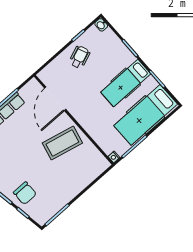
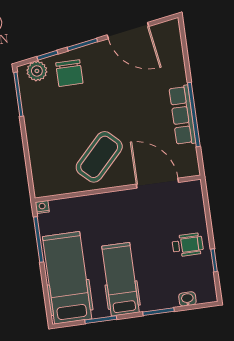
washbasin: (101, 25) -> (187, 299), moved
wheelchair: (80, 57) -> (188, 245), turned -69
coffee table: (62, 143) -> (99, 157), turned 31
chair: (25, 193) -> (69, 73), turned -90
plant: (36, 213) -> (37, 71), added

